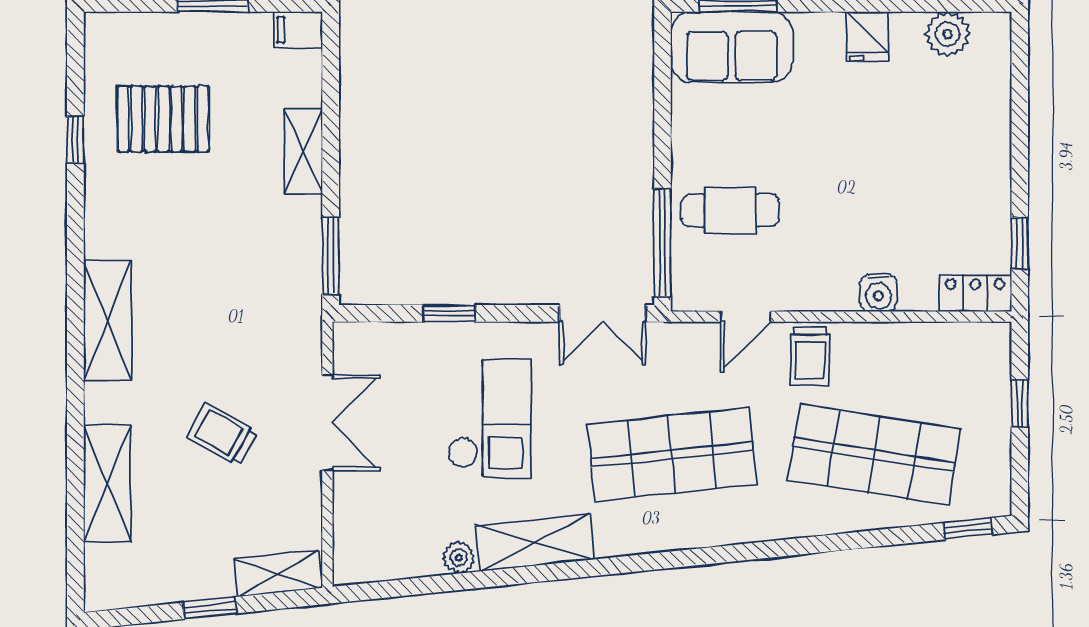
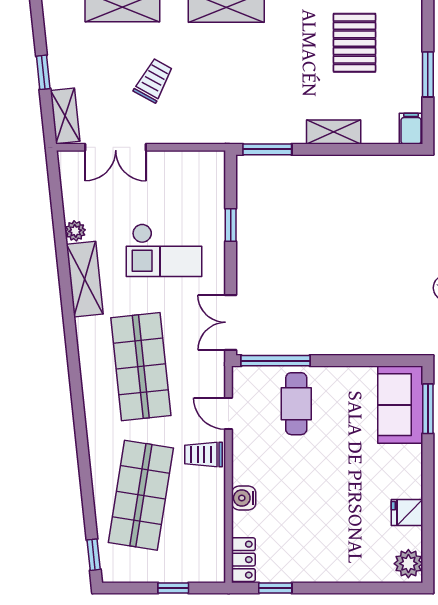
plant: (948, 34) -> (408, 564), moved
fridge: (867, 36) -> (407, 513), moved
double door: (327, 423) -> (116, 147), moved

